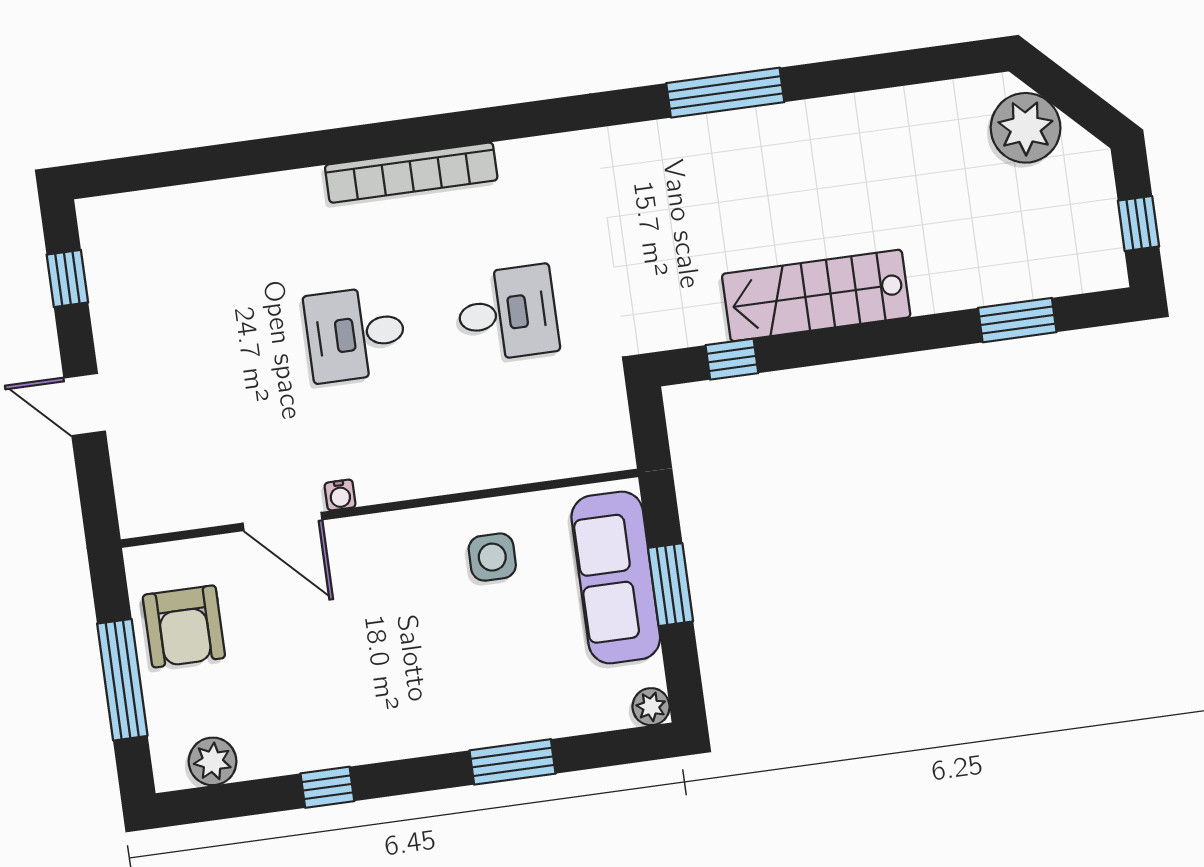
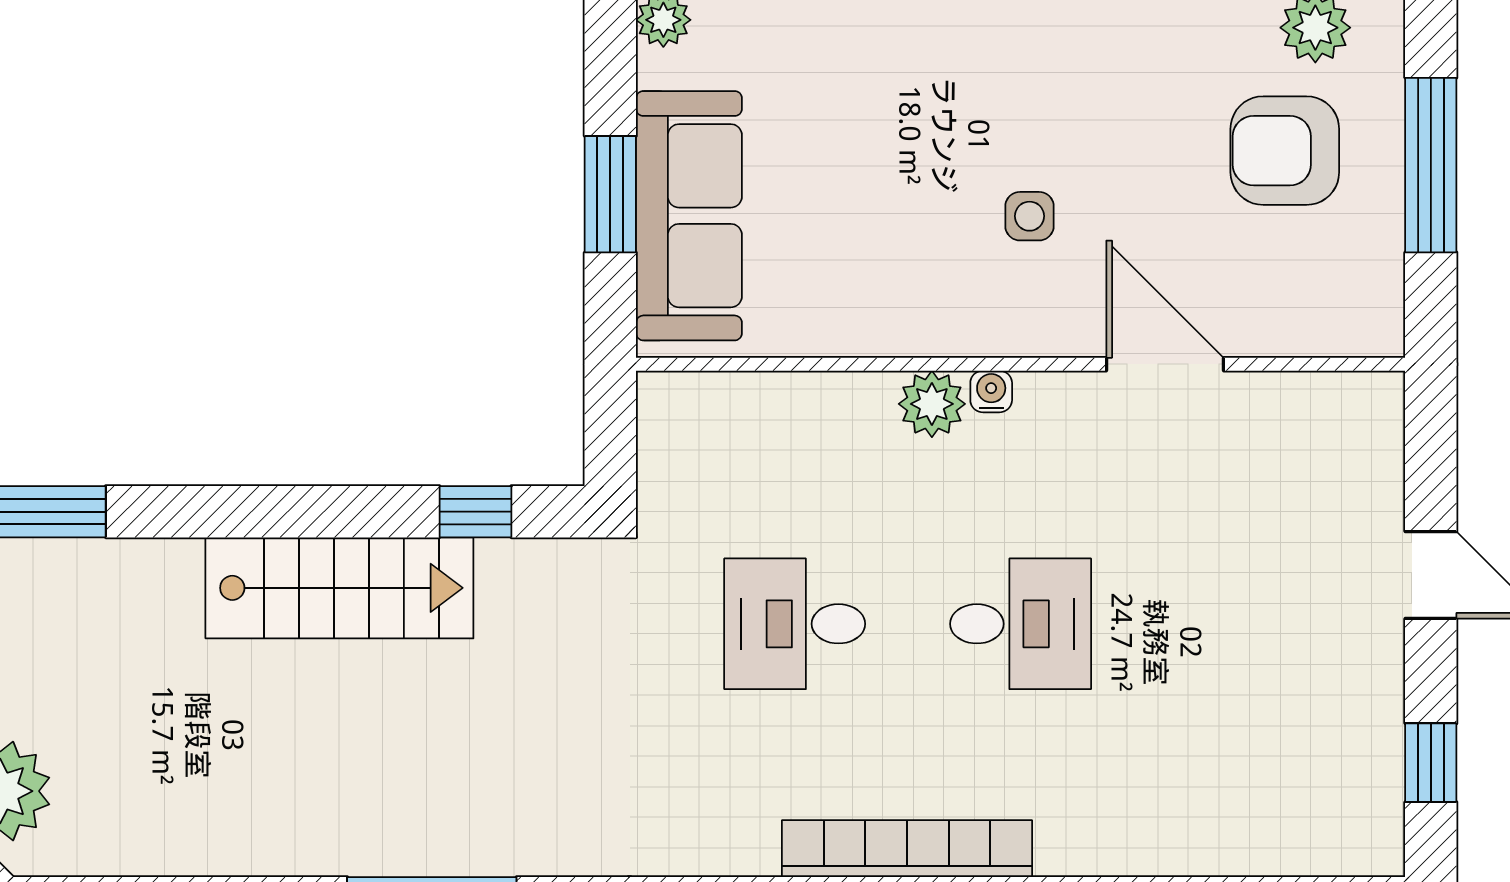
plant: (435, 473) -> (932, 404), added
water cooler: (340, 495) -> (991, 391), moved
side table: (492, 557) -> (1030, 216), moved, width x0.73, depth x0.73
armchair: (184, 626) -> (1285, 151), moved, turned -90

